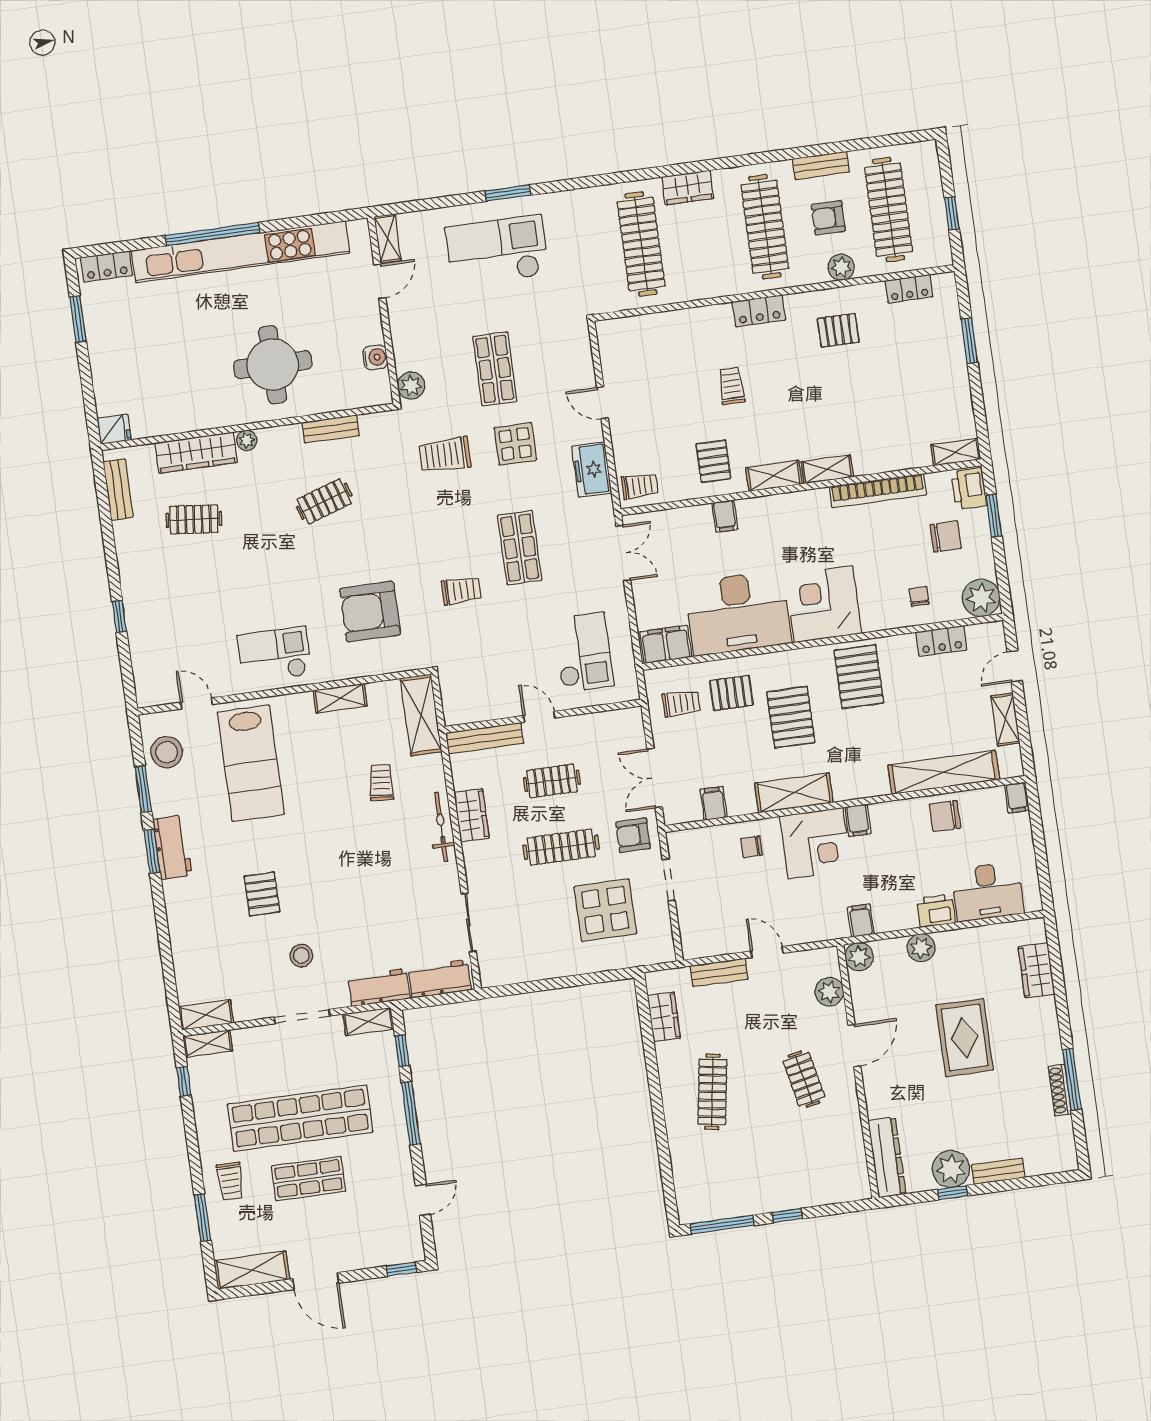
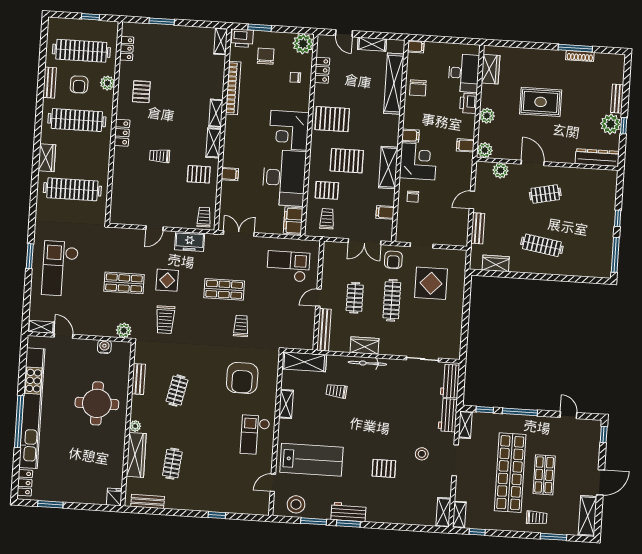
clothes rail: (324, 501) -> (177, 391), turned 30
pallet: (731, 693) -> (327, 190), turned 90
wardrobe: (1037, 970) -> (490, 69), moved, turned -90

